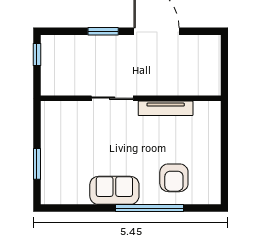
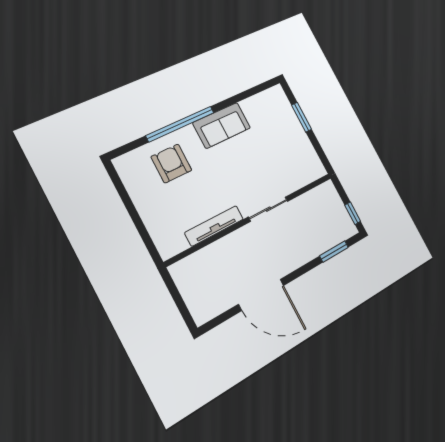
window: (103, 31) -> (334, 251), moved

